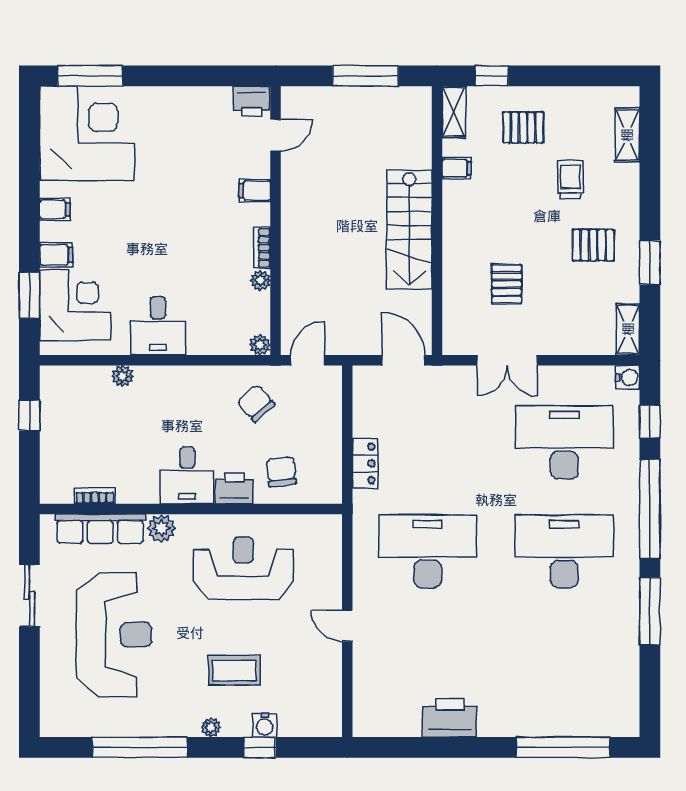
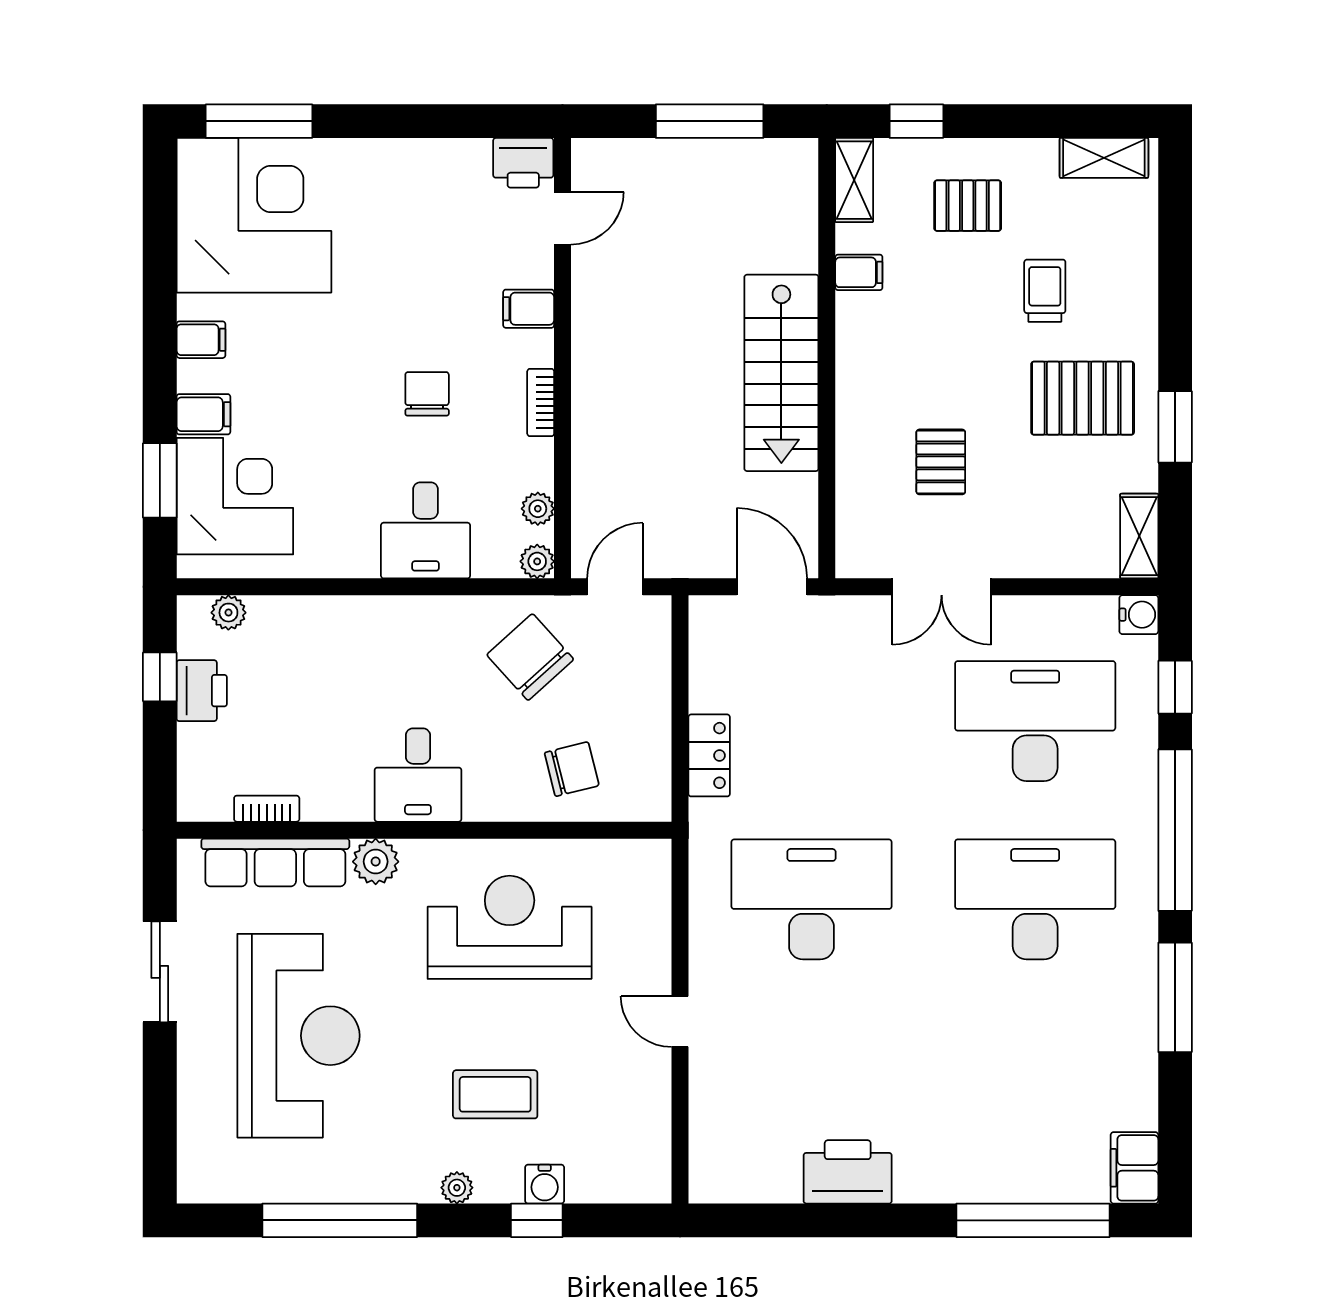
shelving: (627, 135) -> (1104, 158), moved, turned 90
chair: (193, 242) -> (427, 394), added
pallet: (593, 245) -> (1083, 398), width x1.50, depth x1.42
plant: (260, 280) -> (538, 509), moved
desk: (158, 326) -> (426, 530), moved
plant: (122, 376) -> (228, 613), moved
chair: (256, 403) -> (530, 657), width x1.37, depth x1.37
chair: (281, 472) -> (572, 769), turned 83
printer: (234, 488) -> (202, 691), moved, turned 90
filing cabinet: (625, 715) -> (1134, 1168), added

